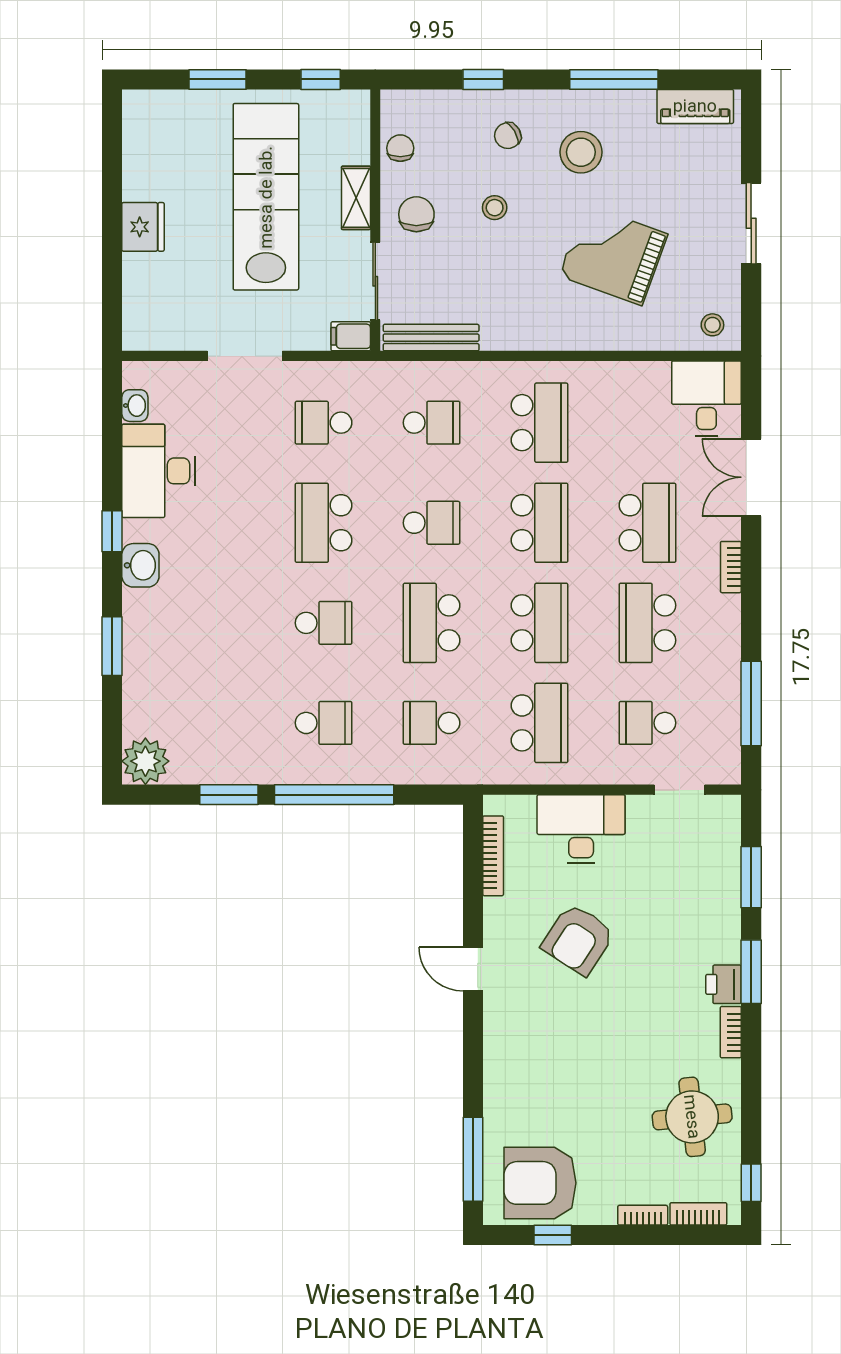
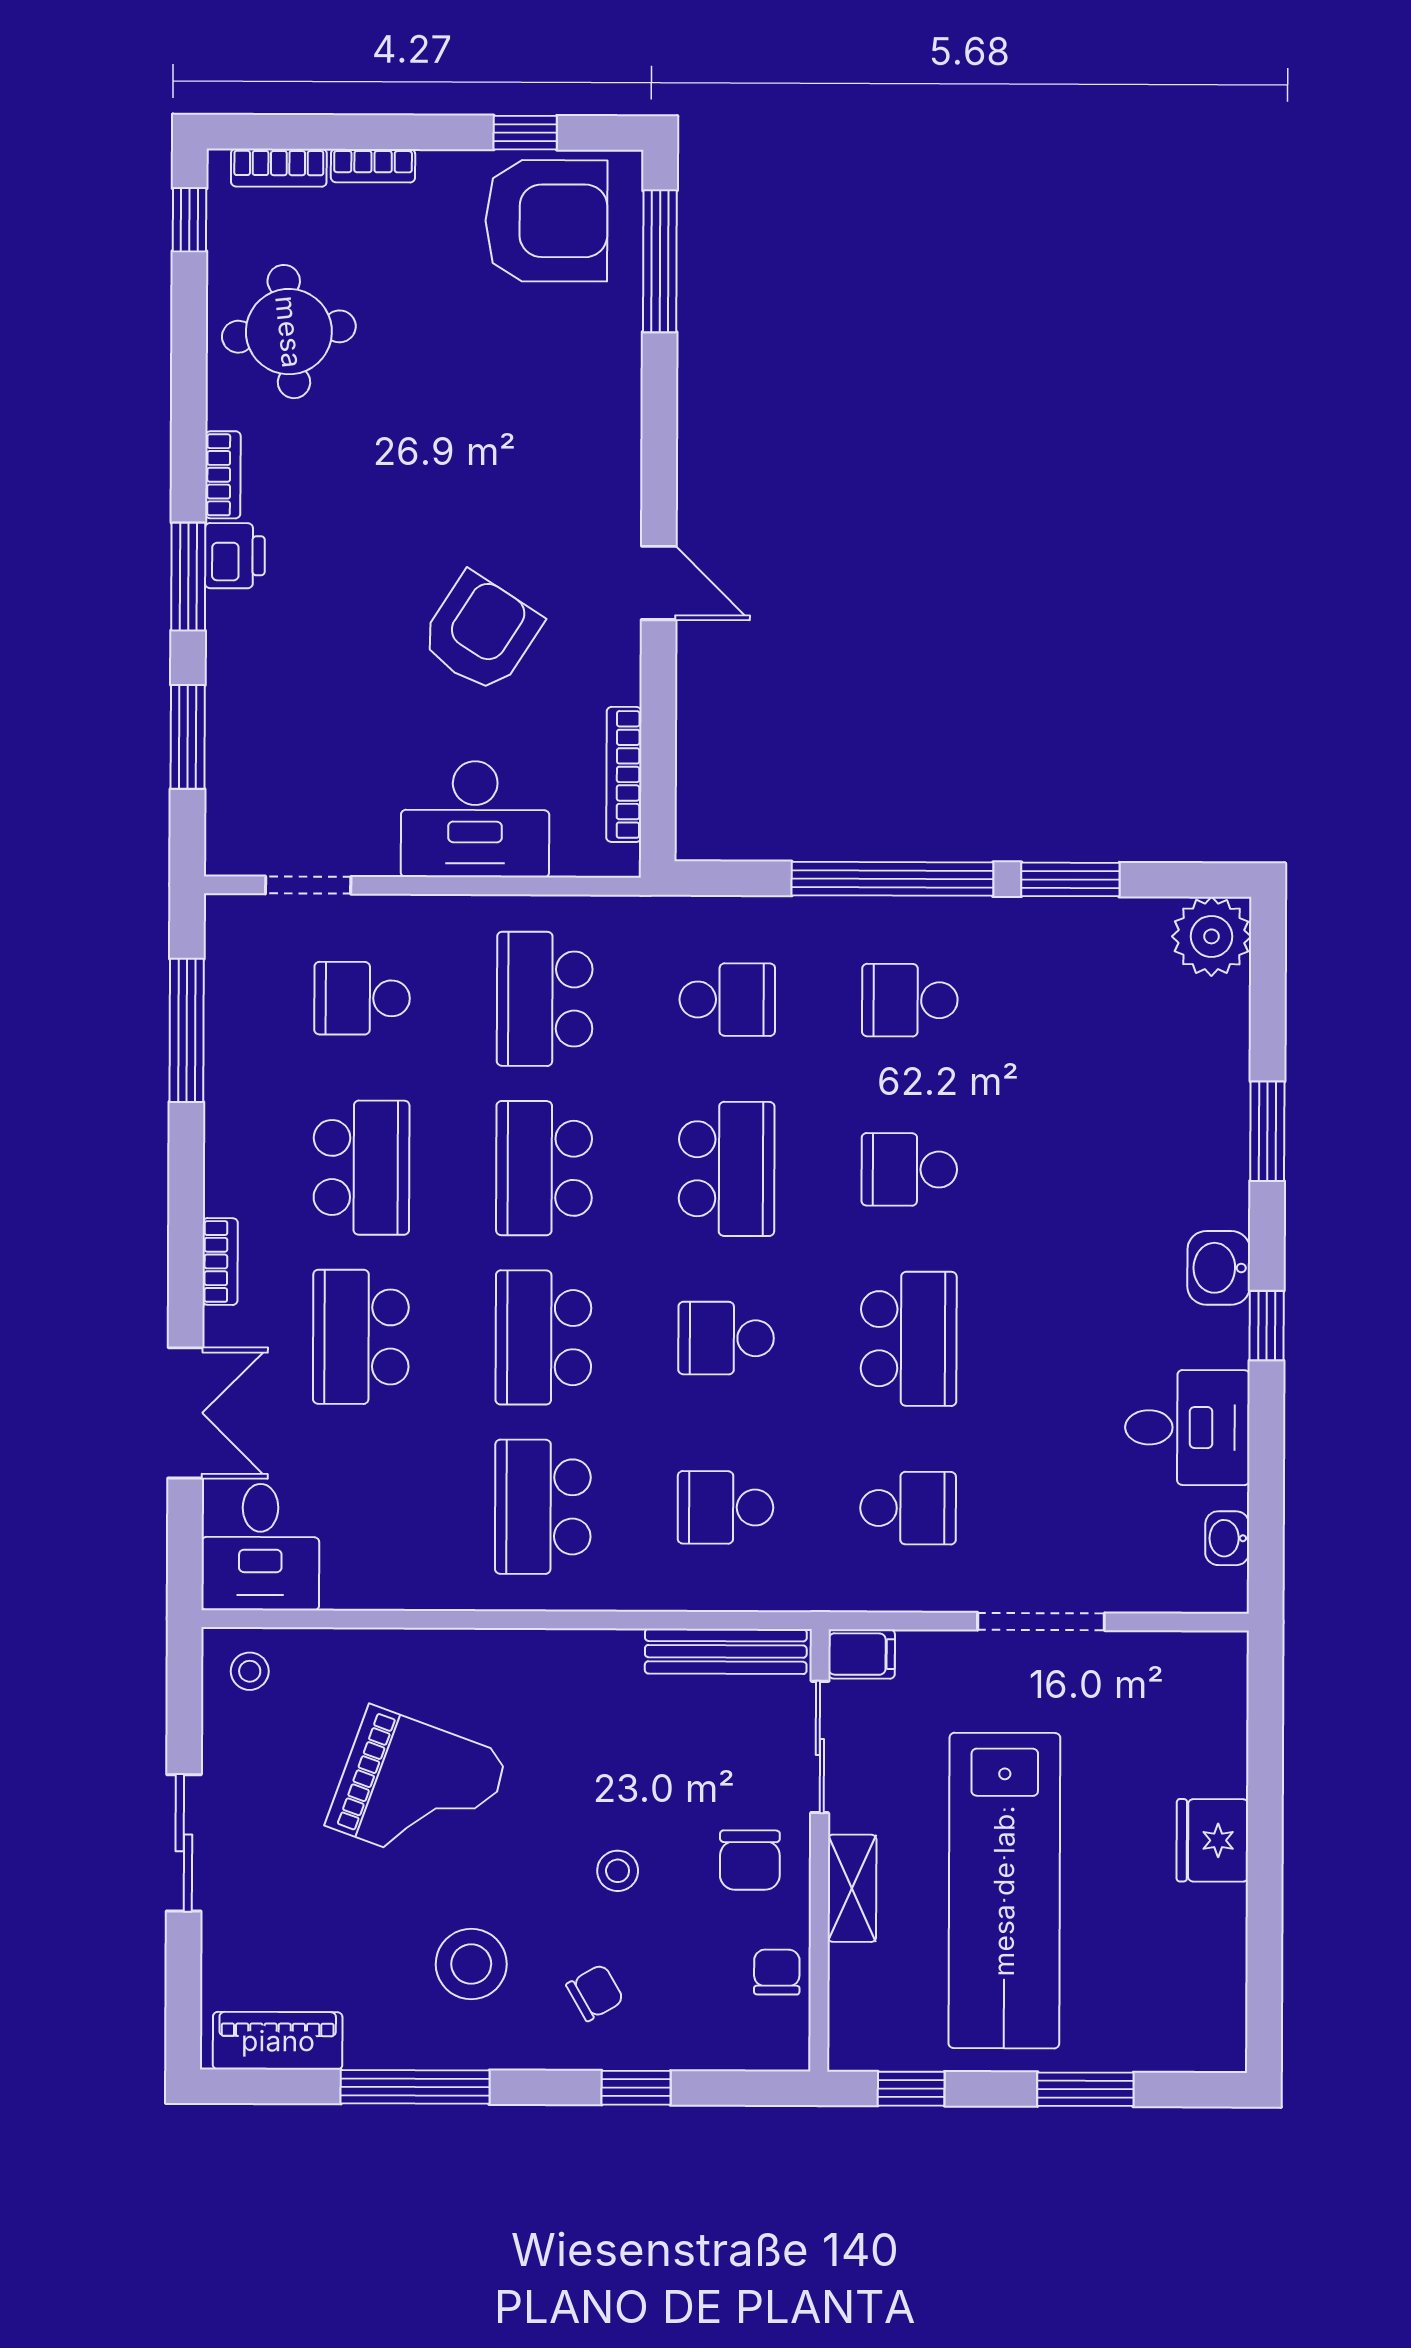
chair: (400, 148) -> (777, 1972), turned 180
desk: (159, 471) -> (1187, 1427), width x0.73
school desk: (647, 723) -> (362, 998), turned 180

